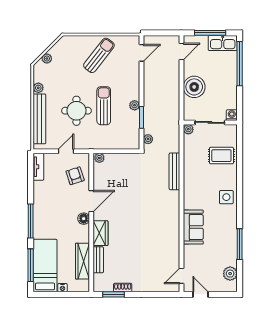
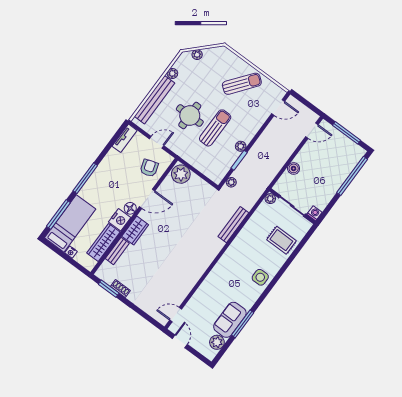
kitchen sink: (223, 43) -> (351, 149), removed
boiler: (194, 87) -> (294, 168), width x0.54, depth x0.54
plant: (99, 158) -> (181, 174), width x1.87, depth x1.87
sofa: (193, 227) -> (230, 320), moved, turned 180
nightstand: (82, 234) -> (120, 220), added

